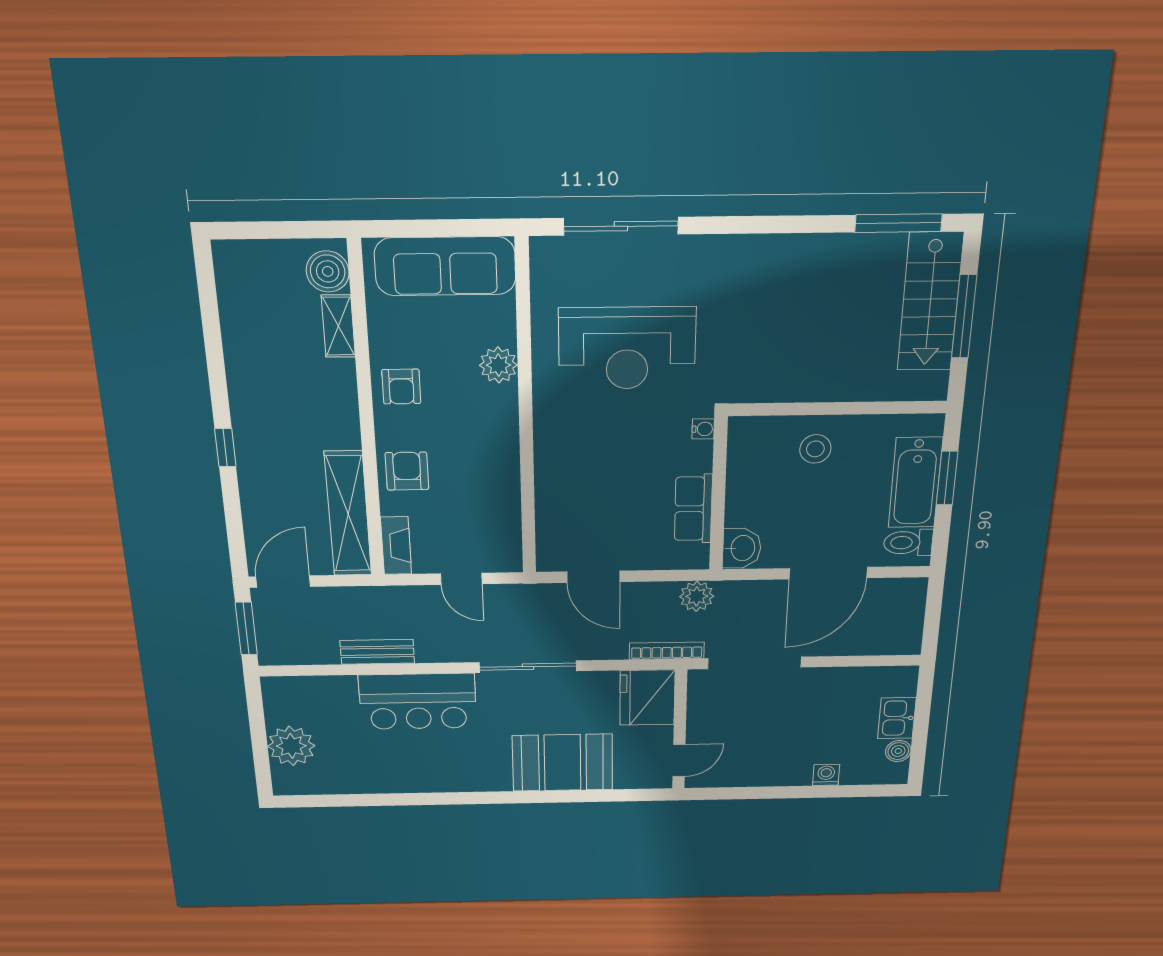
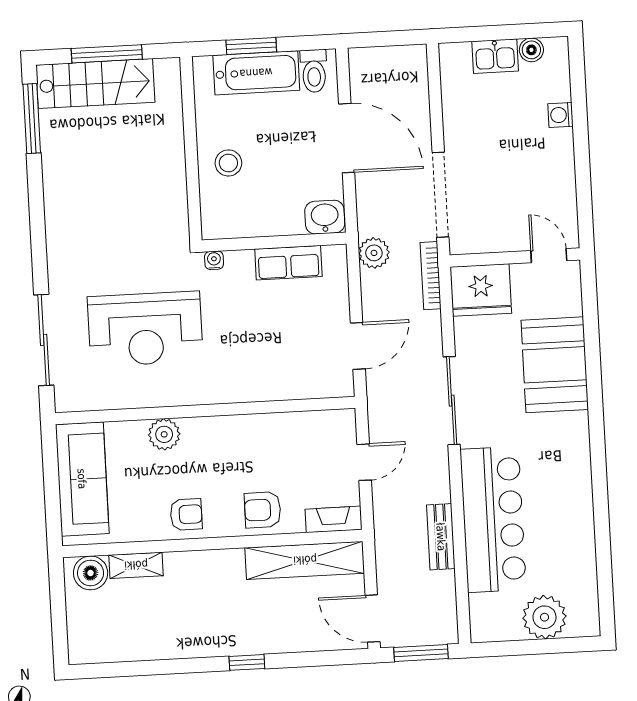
reception desk: (627, 348) -> (145, 329), turned 90
bar counter: (418, 701) -> (493, 519), width x1.36

